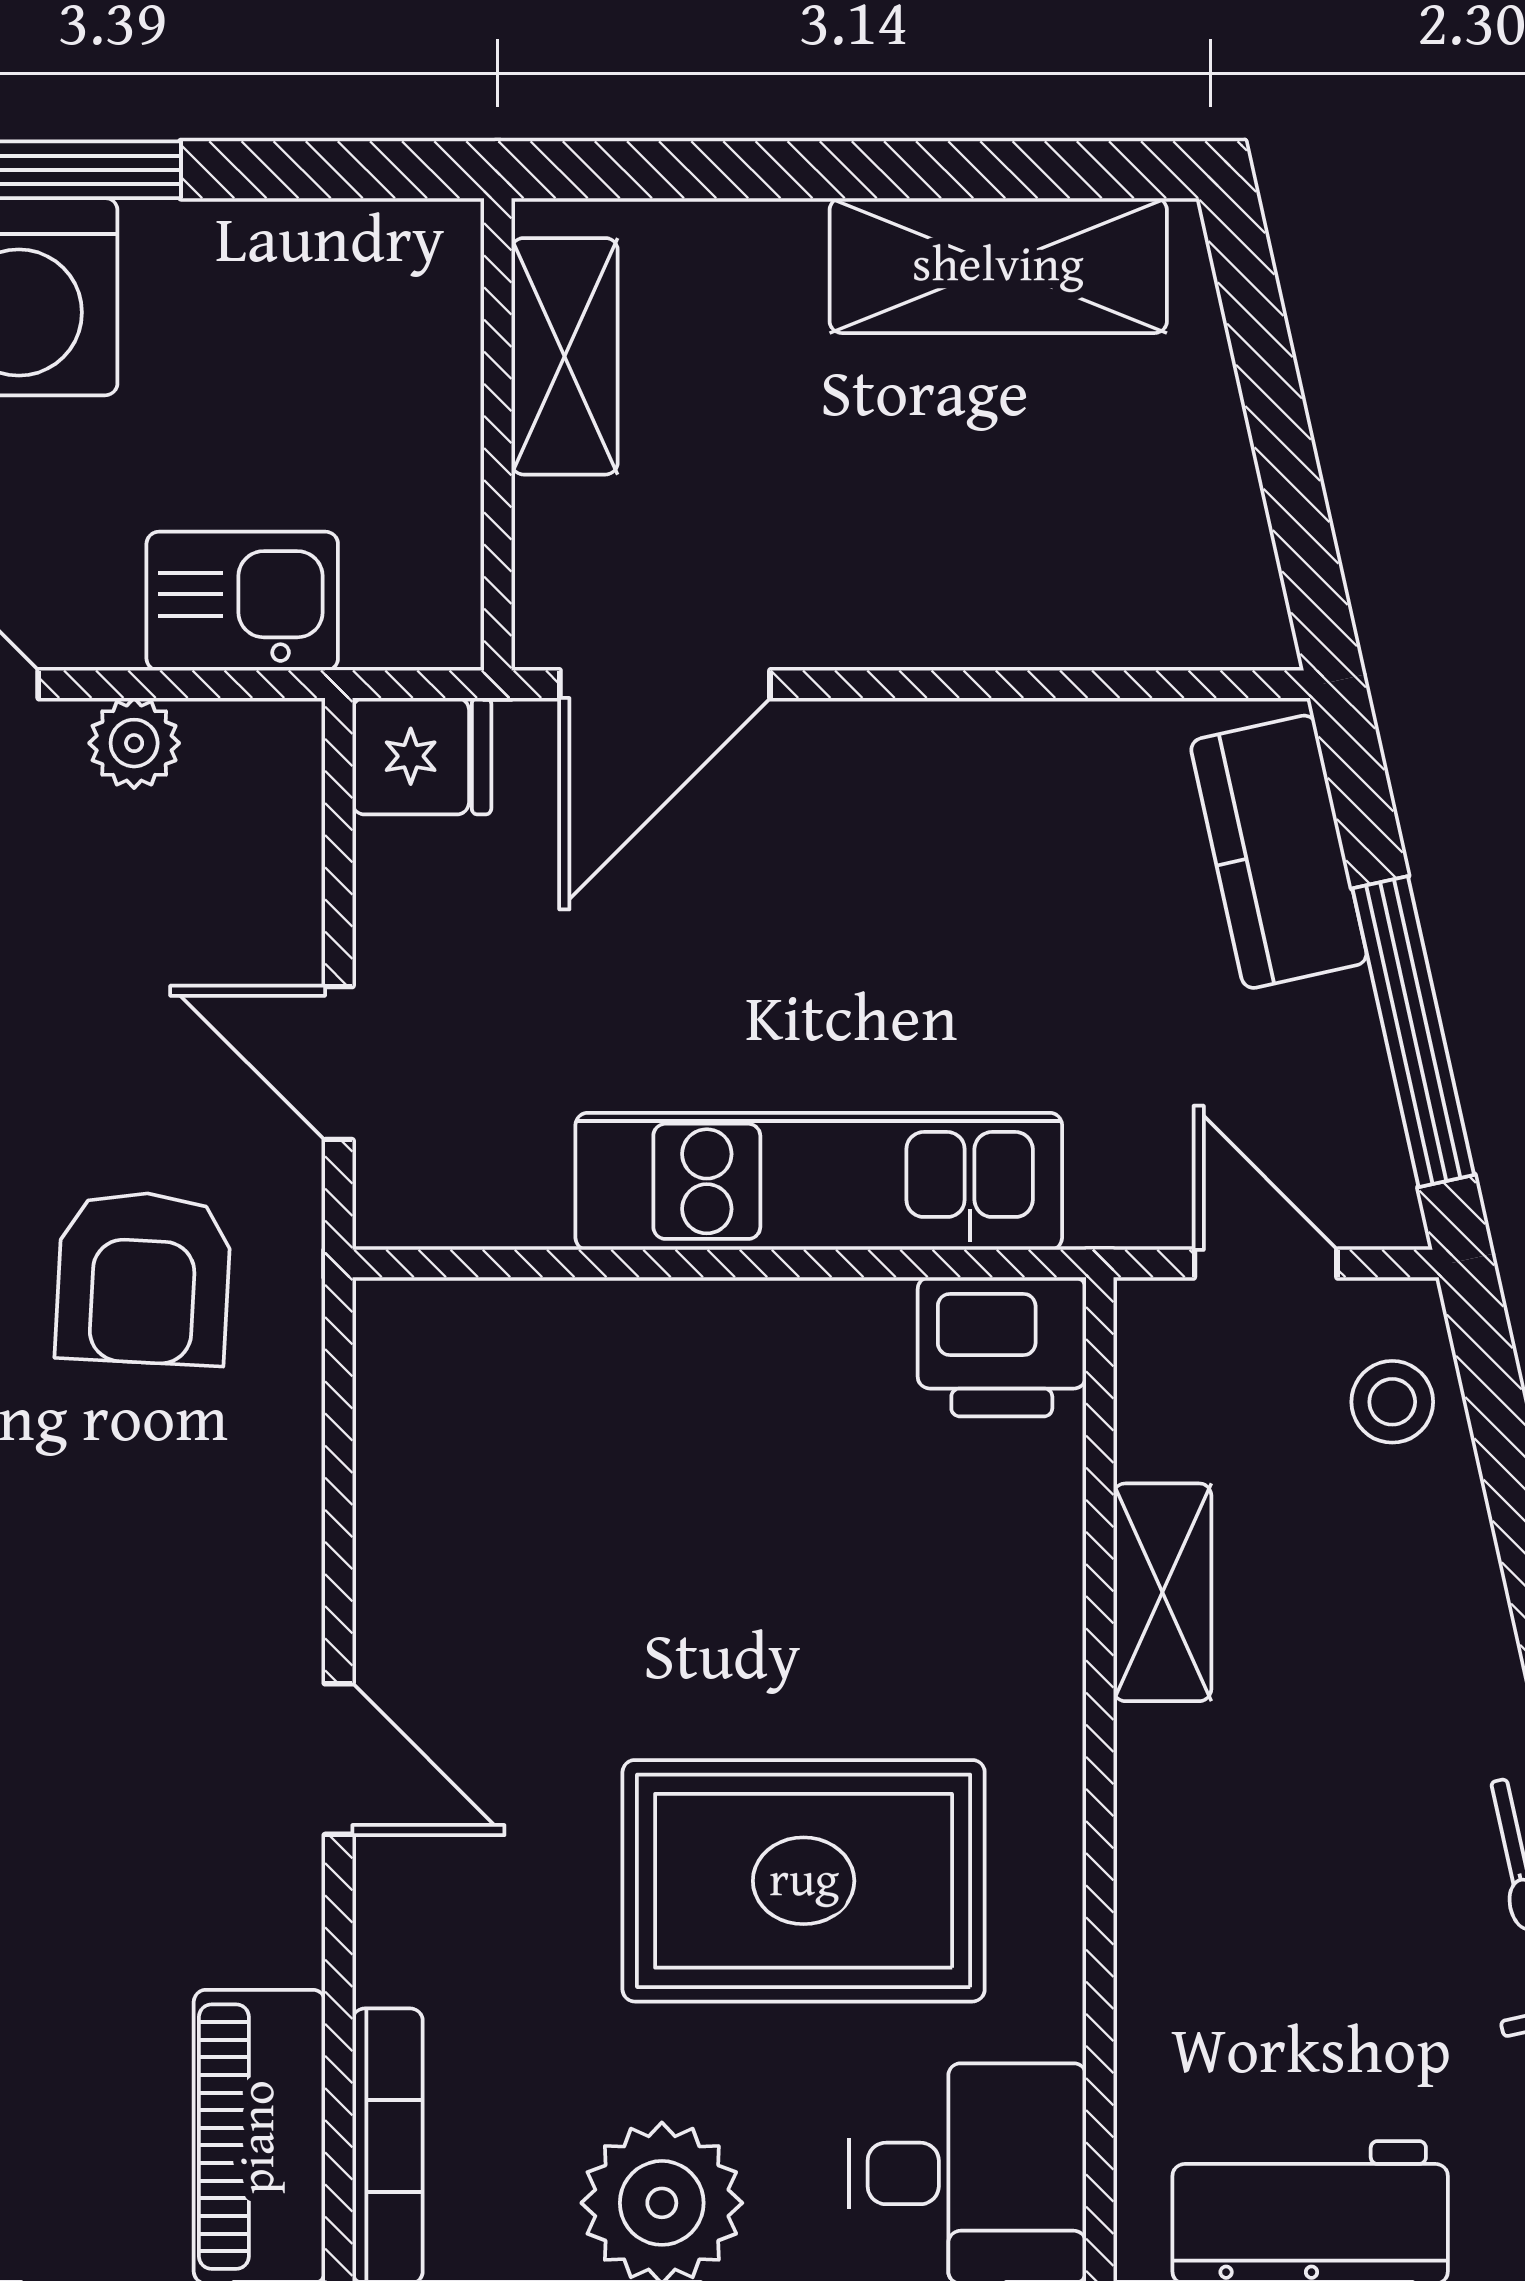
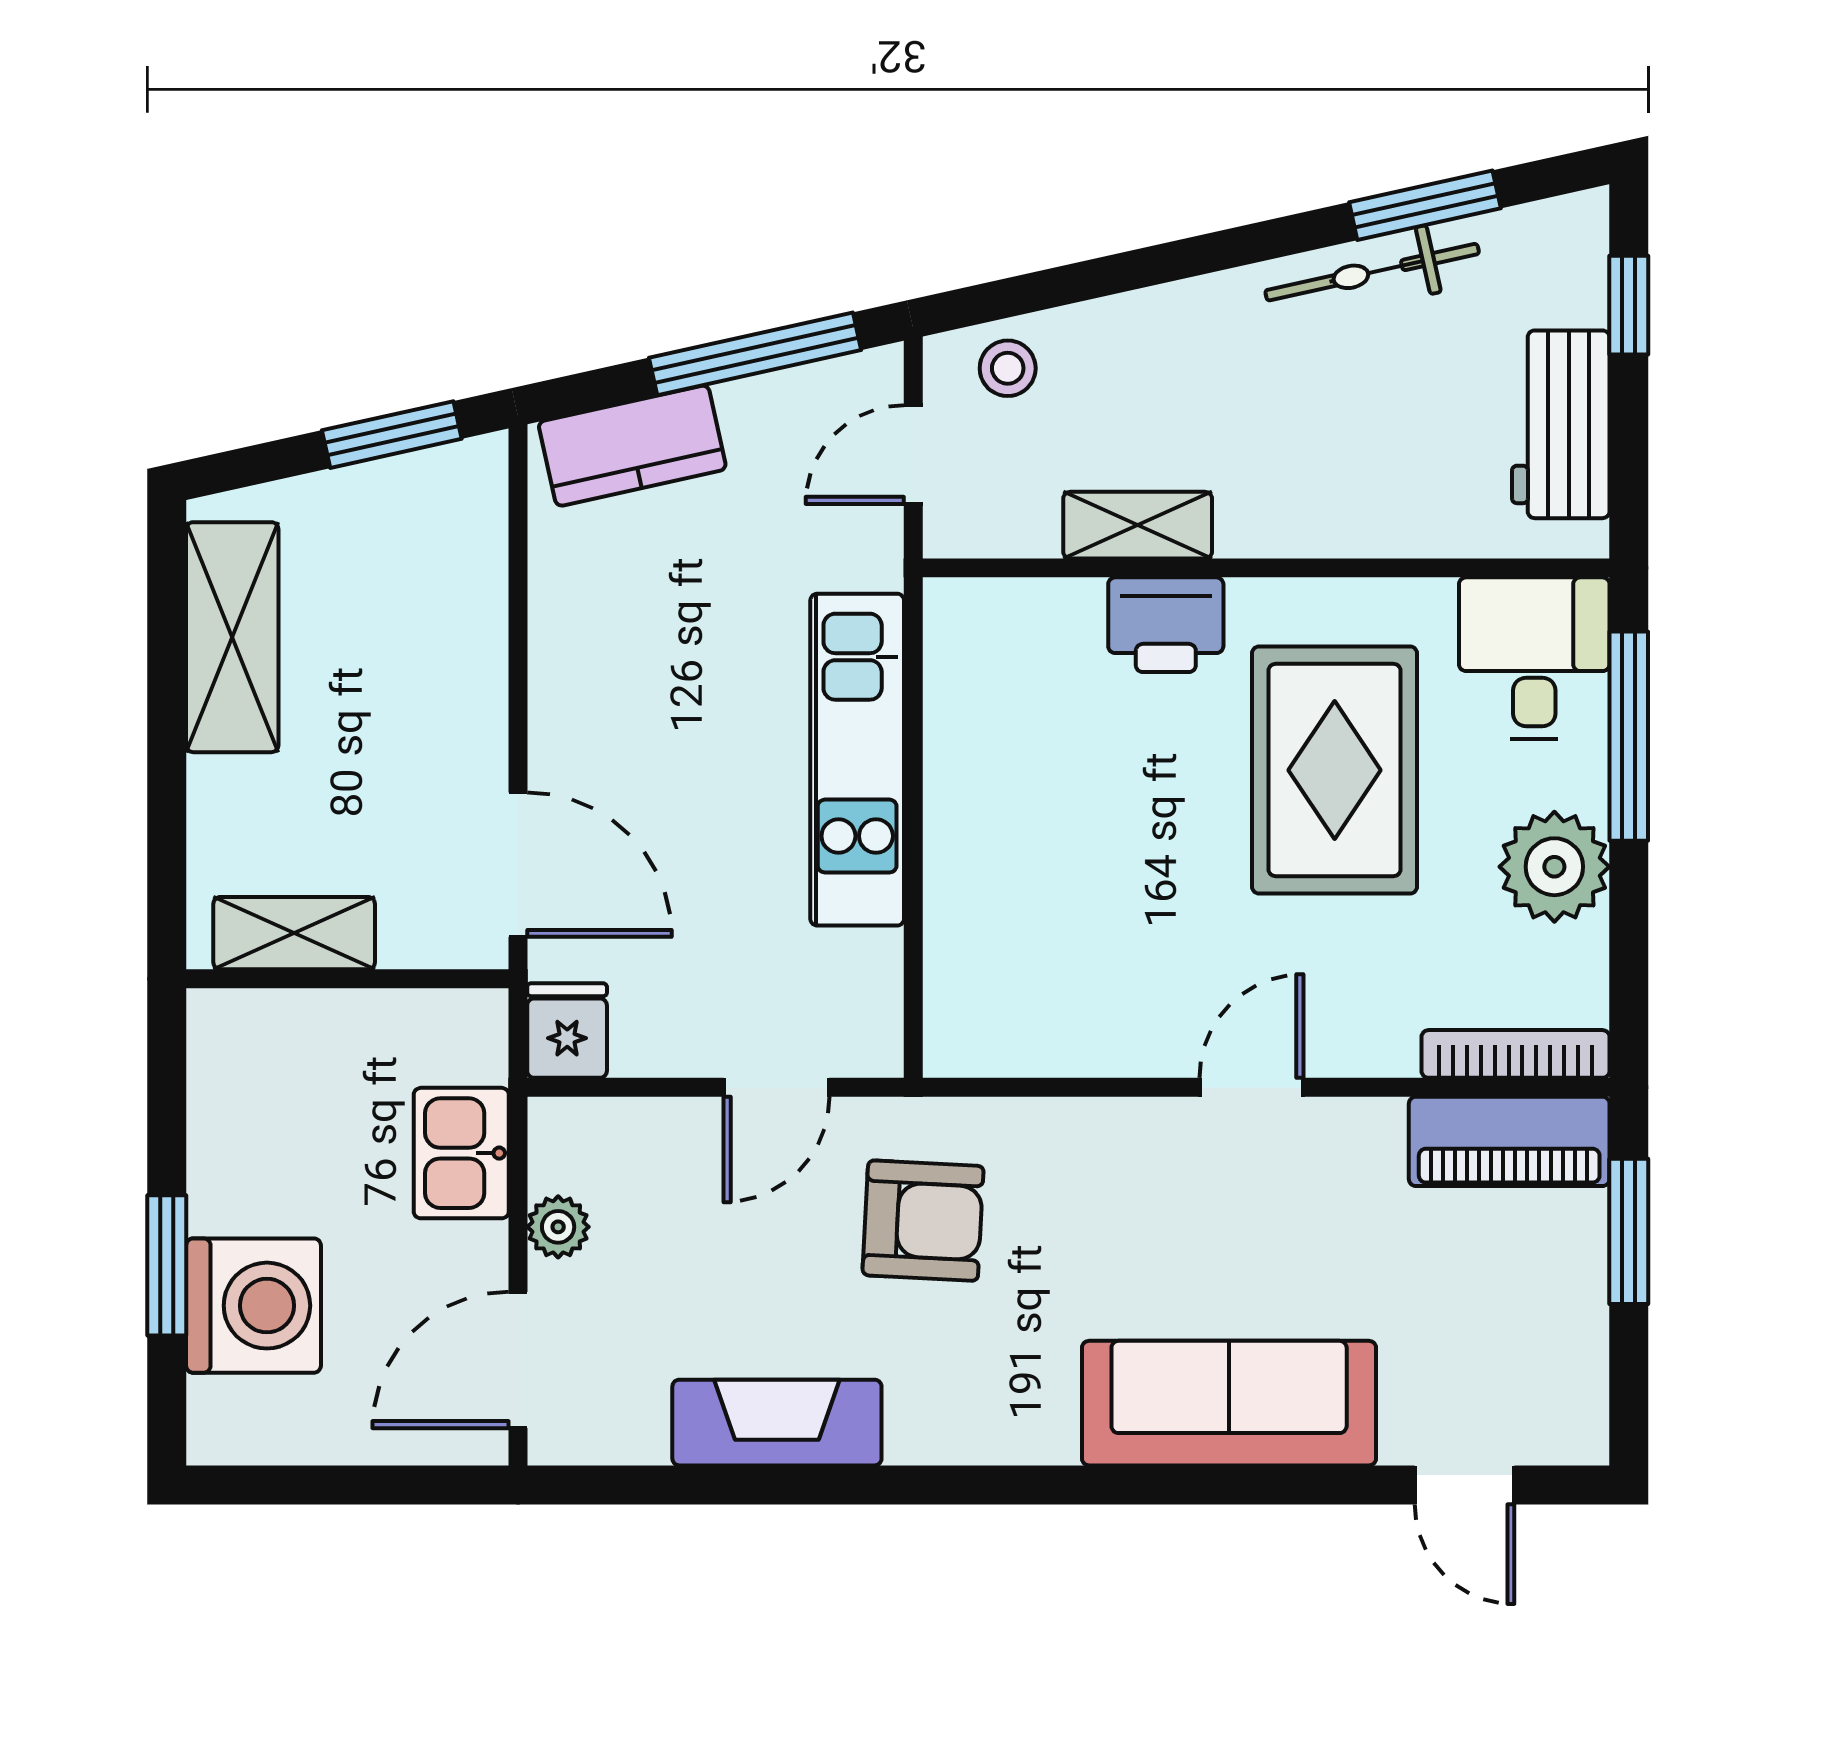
window: (1295, 499) -> (392, 435), added
printer: (1002, 1347) -> (1166, 625), moved, turned 90

